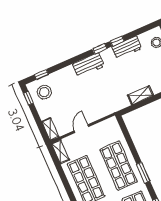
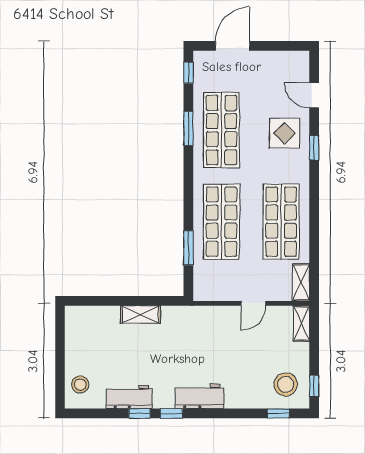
window: (143, 173) -> (188, 248), moved

